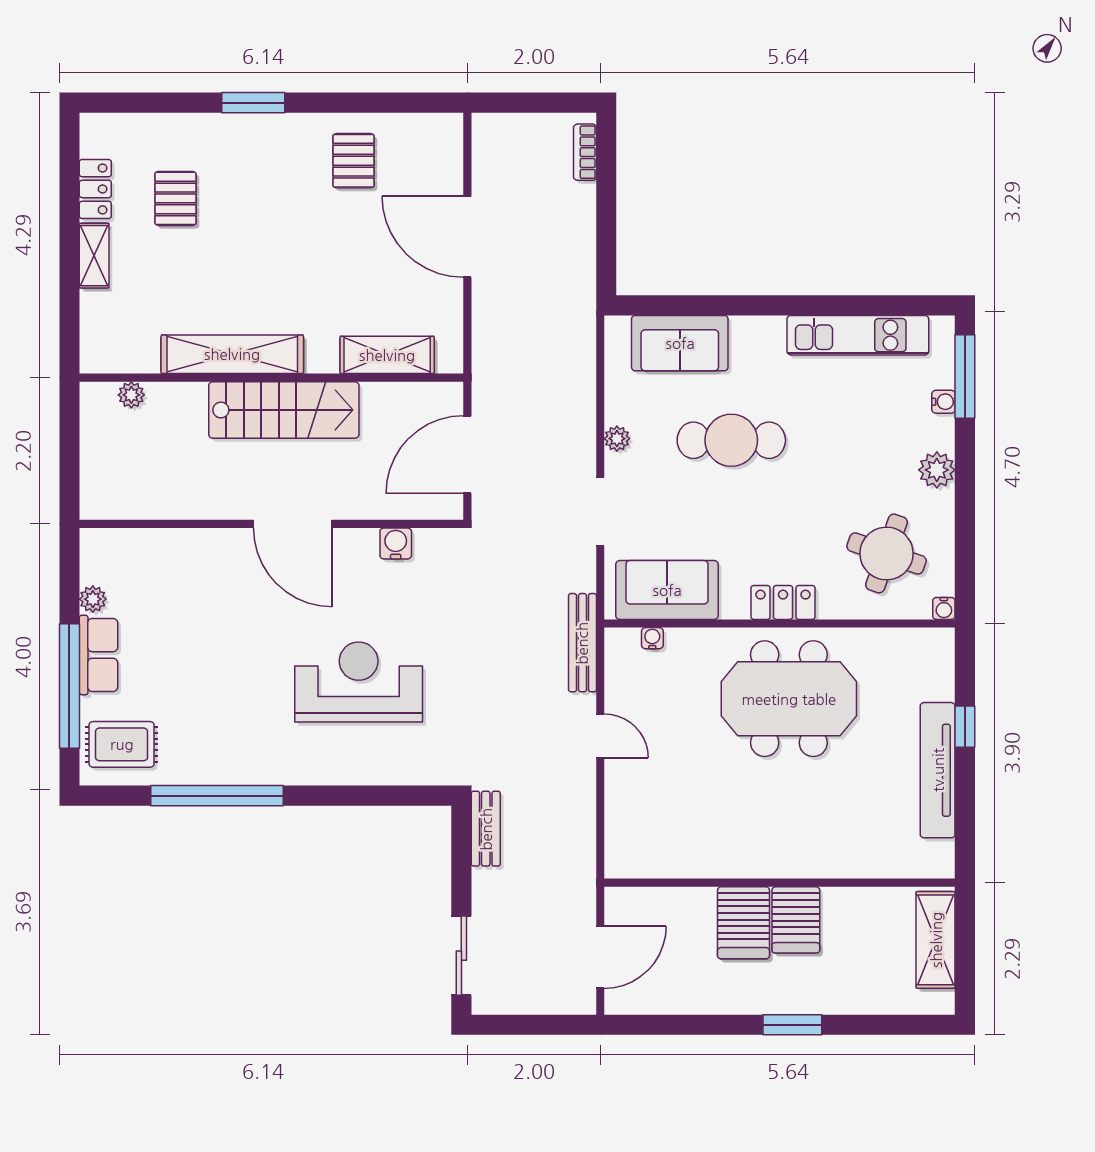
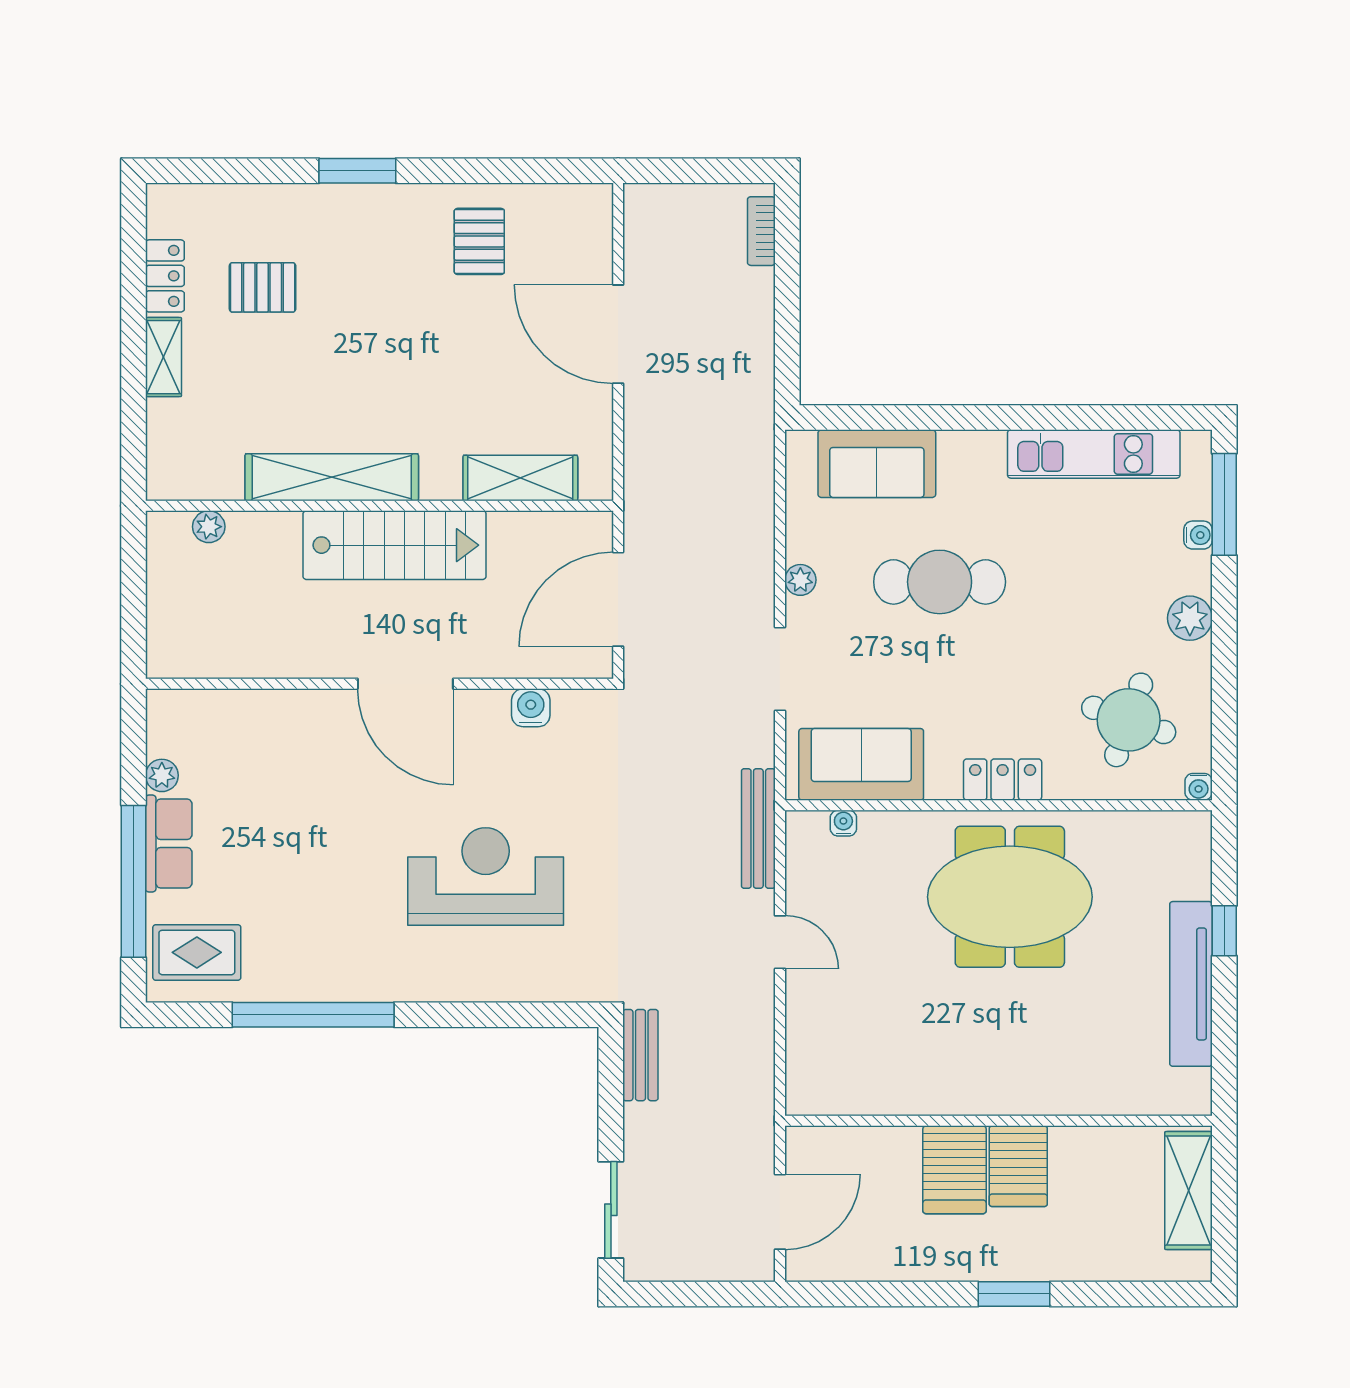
pallet: (175, 198) -> (263, 287), turned 90

